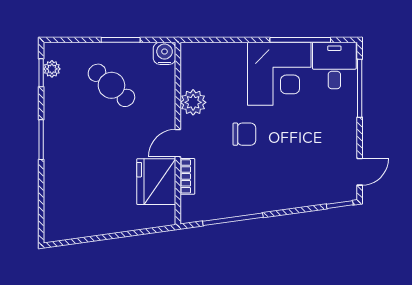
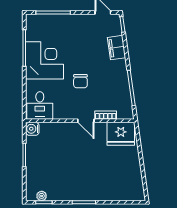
desk: (334, 66) -> (40, 105), moved, turned -90
cafe table: (111, 85) -> (51, 160), removed
plant: (193, 102) -> (62, 112), removed
chair: (244, 134) -> (80, 81), turned 180
fridge: (156, 182) -> (121, 134), moved
filing cabinet: (301, 195) -> (117, 48), added

